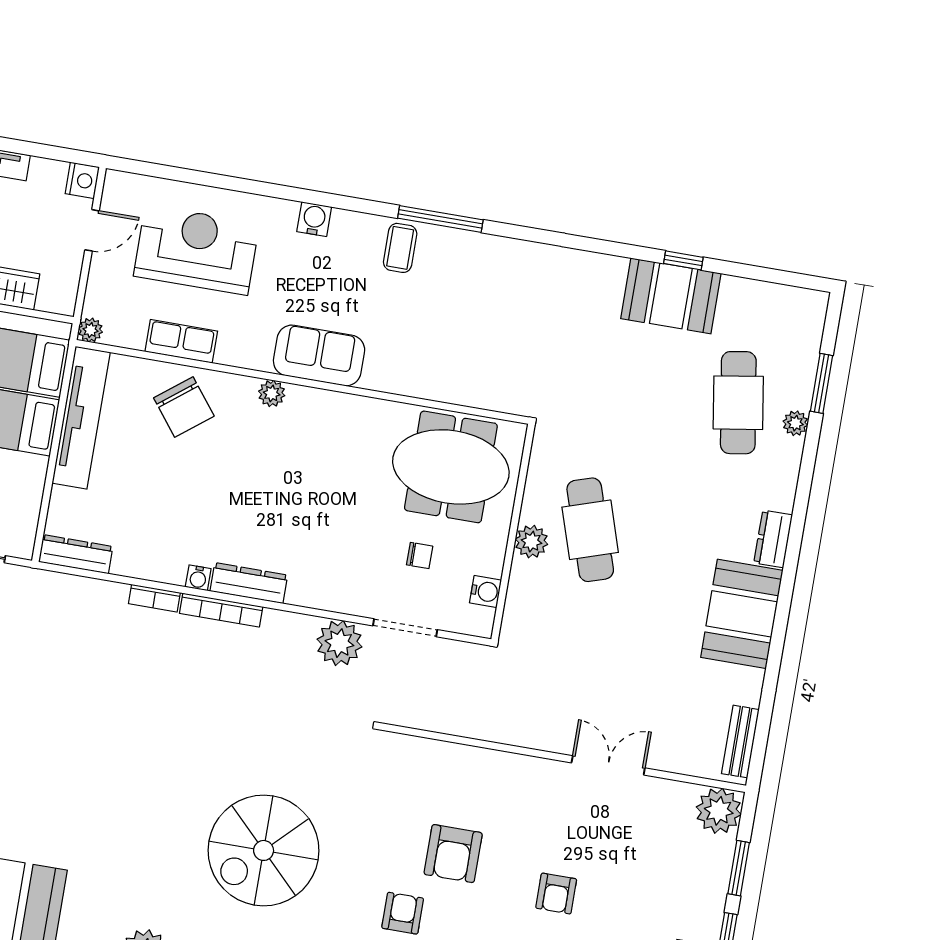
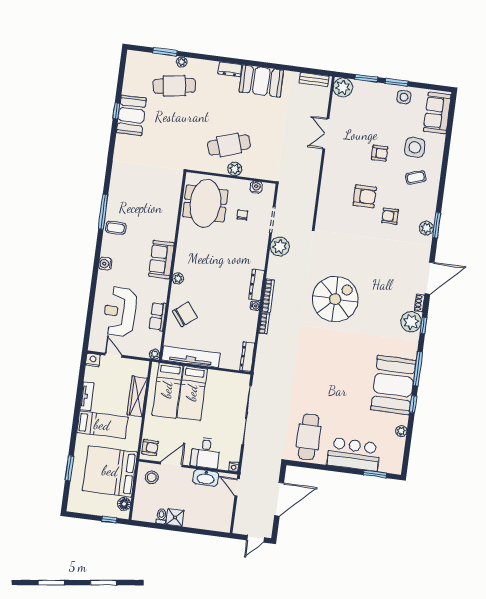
spiral stairs: (264, 850) -> (335, 299), moved, turned -90

